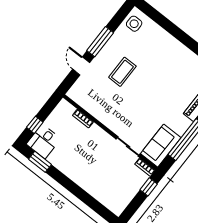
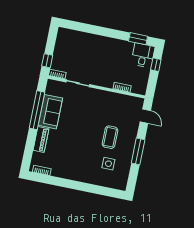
side table: (134, 24) -> (108, 164), moved
door: (81, 66) -> (145, 116), moved
sofa: (161, 146) -> (50, 112), moved

